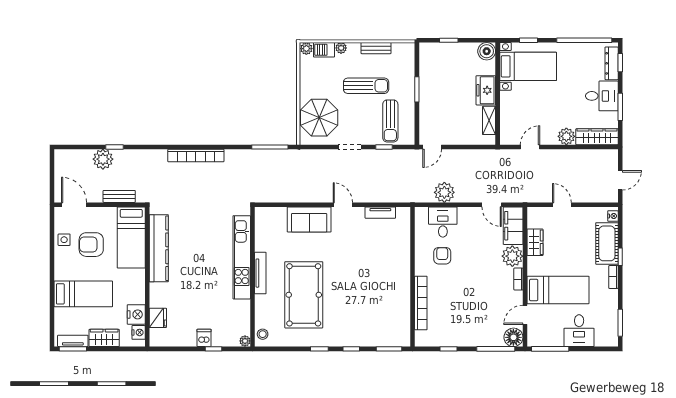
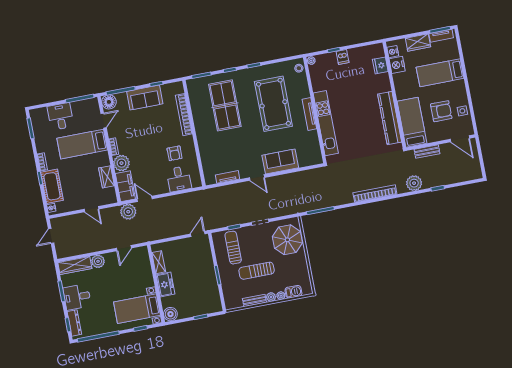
plant: (306, 49) -> (271, 297), moved
plant: (103, 159) -> (414, 183), moved
plant: (444, 192) -> (128, 212), moved
table tennis table: (366, 305) -> (225, 105), added
sofa: (467, 334) -> (145, 98), added

